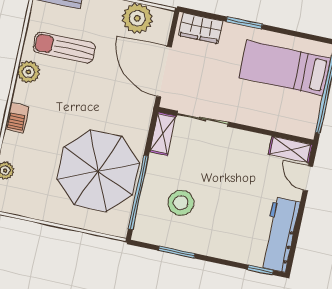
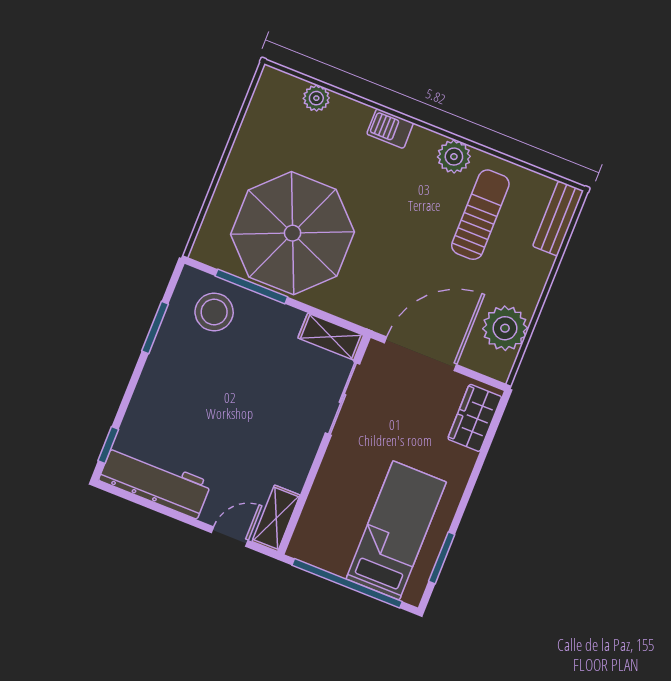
window: (244, 23) -> (442, 558), moved
window: (138, 192) -> (251, 286), width x0.68
stool: (181, 203) -> (214, 312), moved

